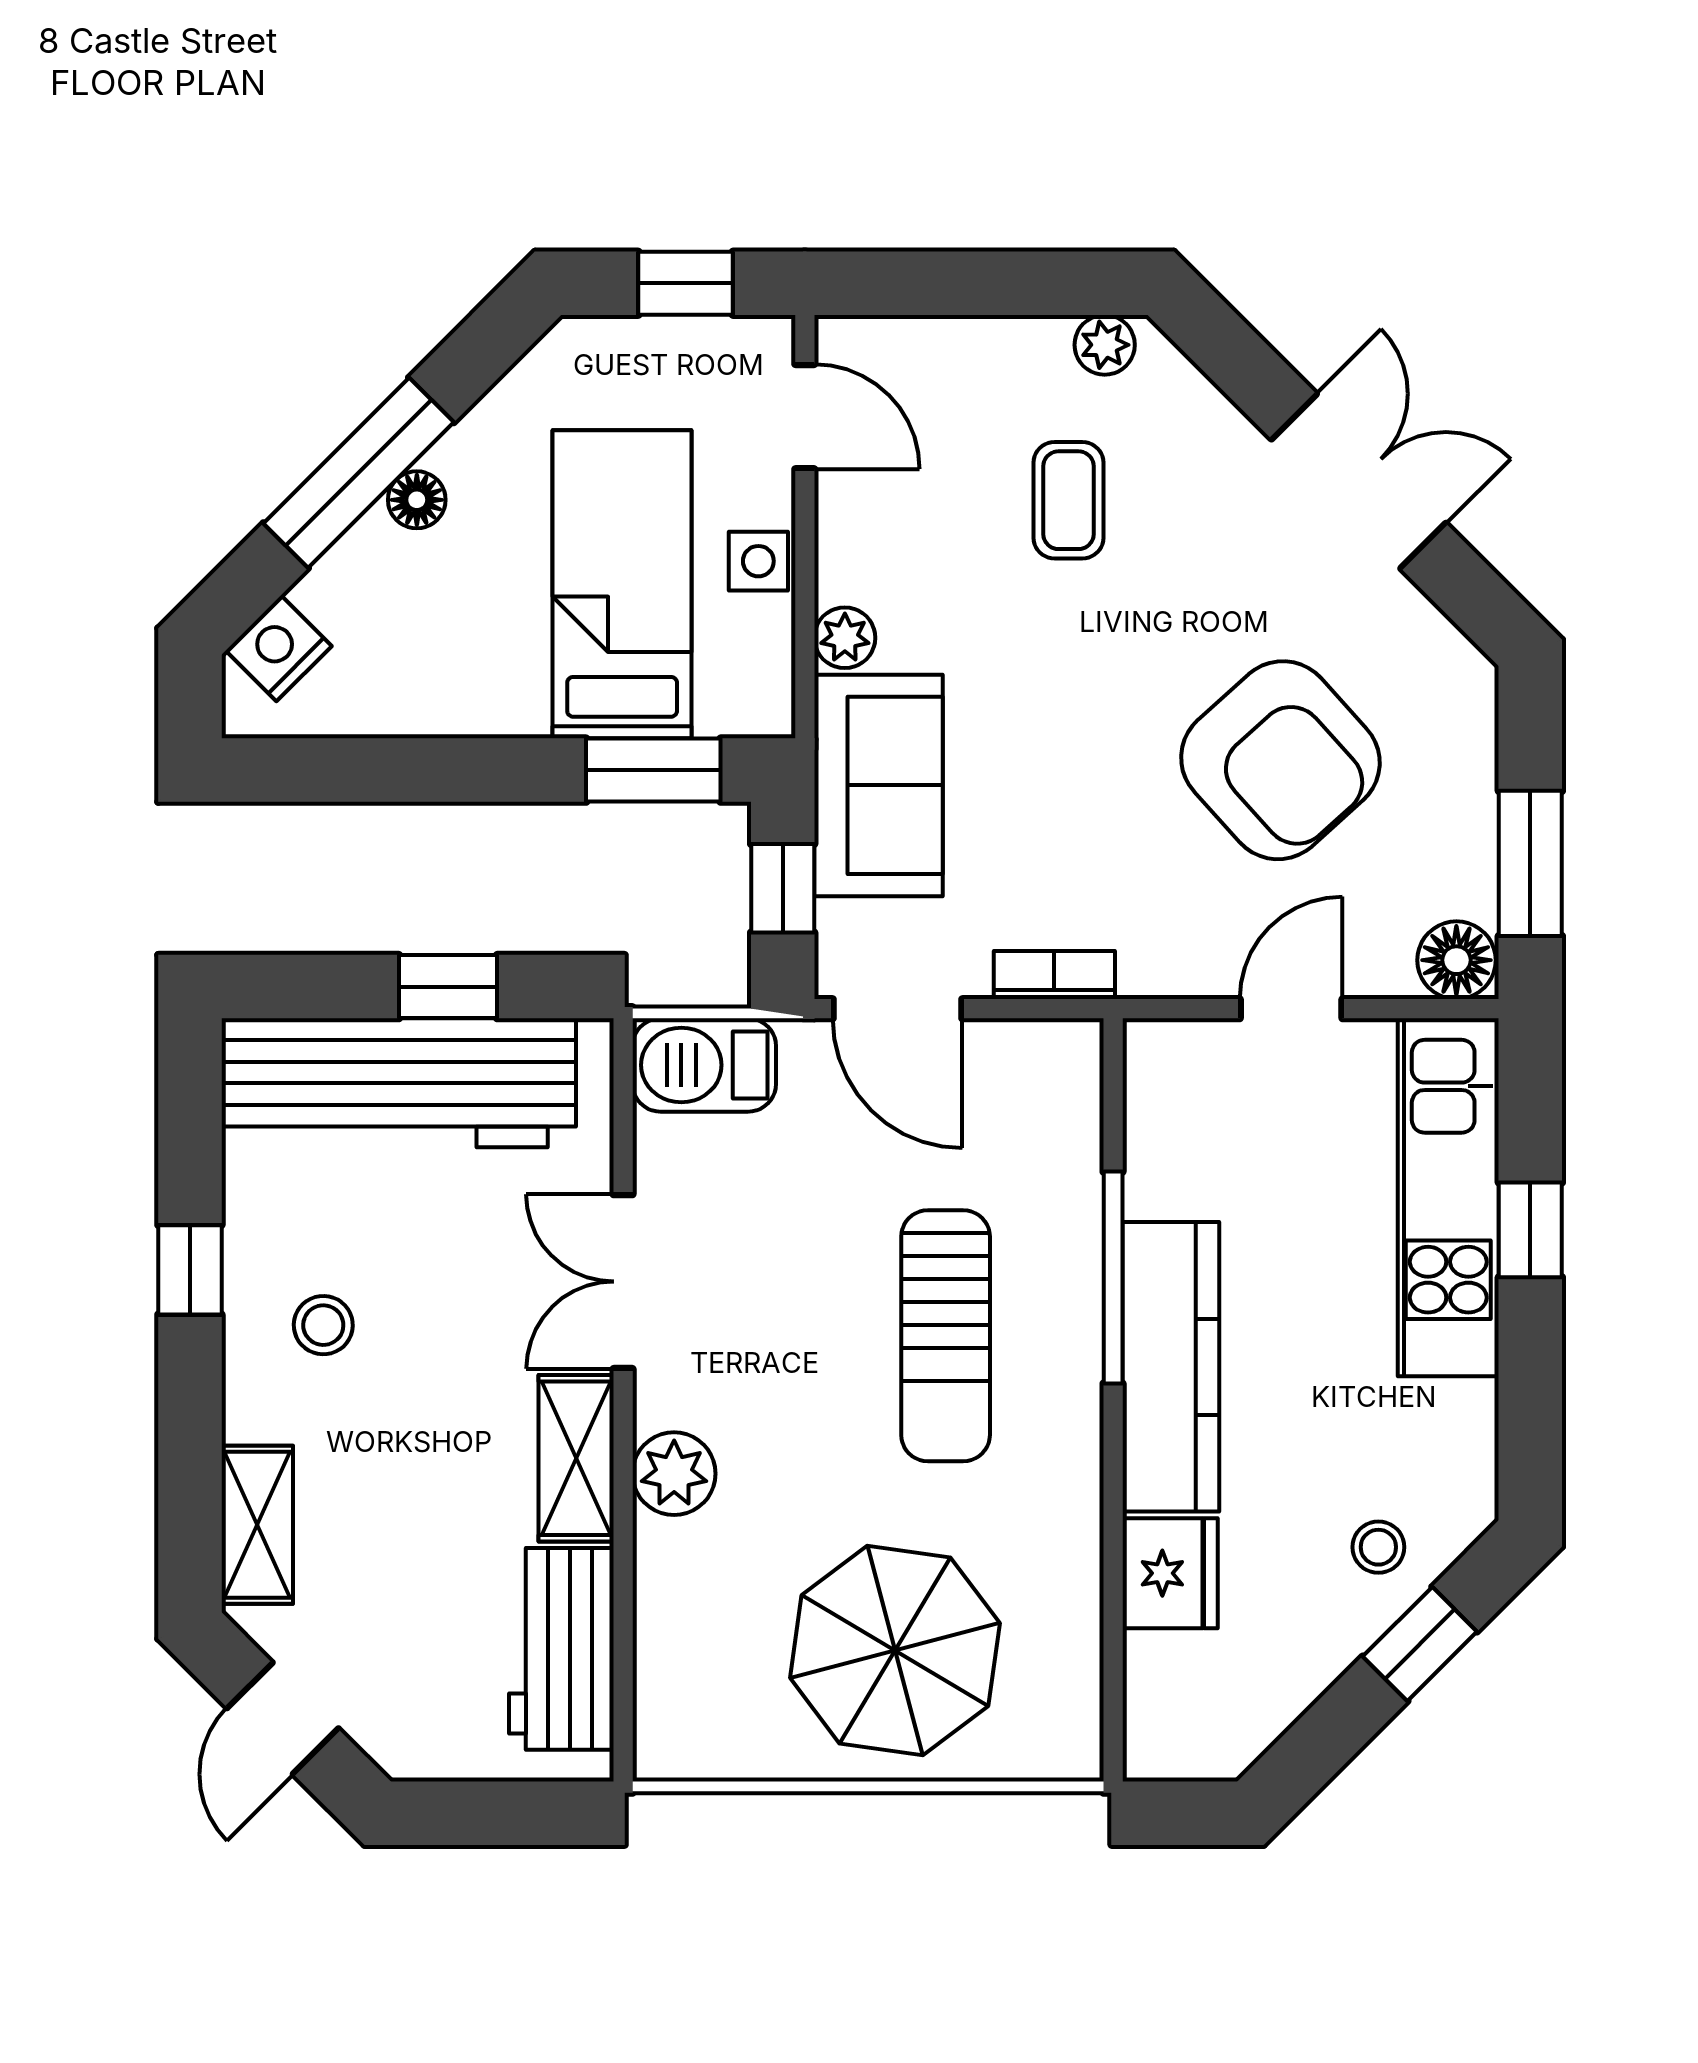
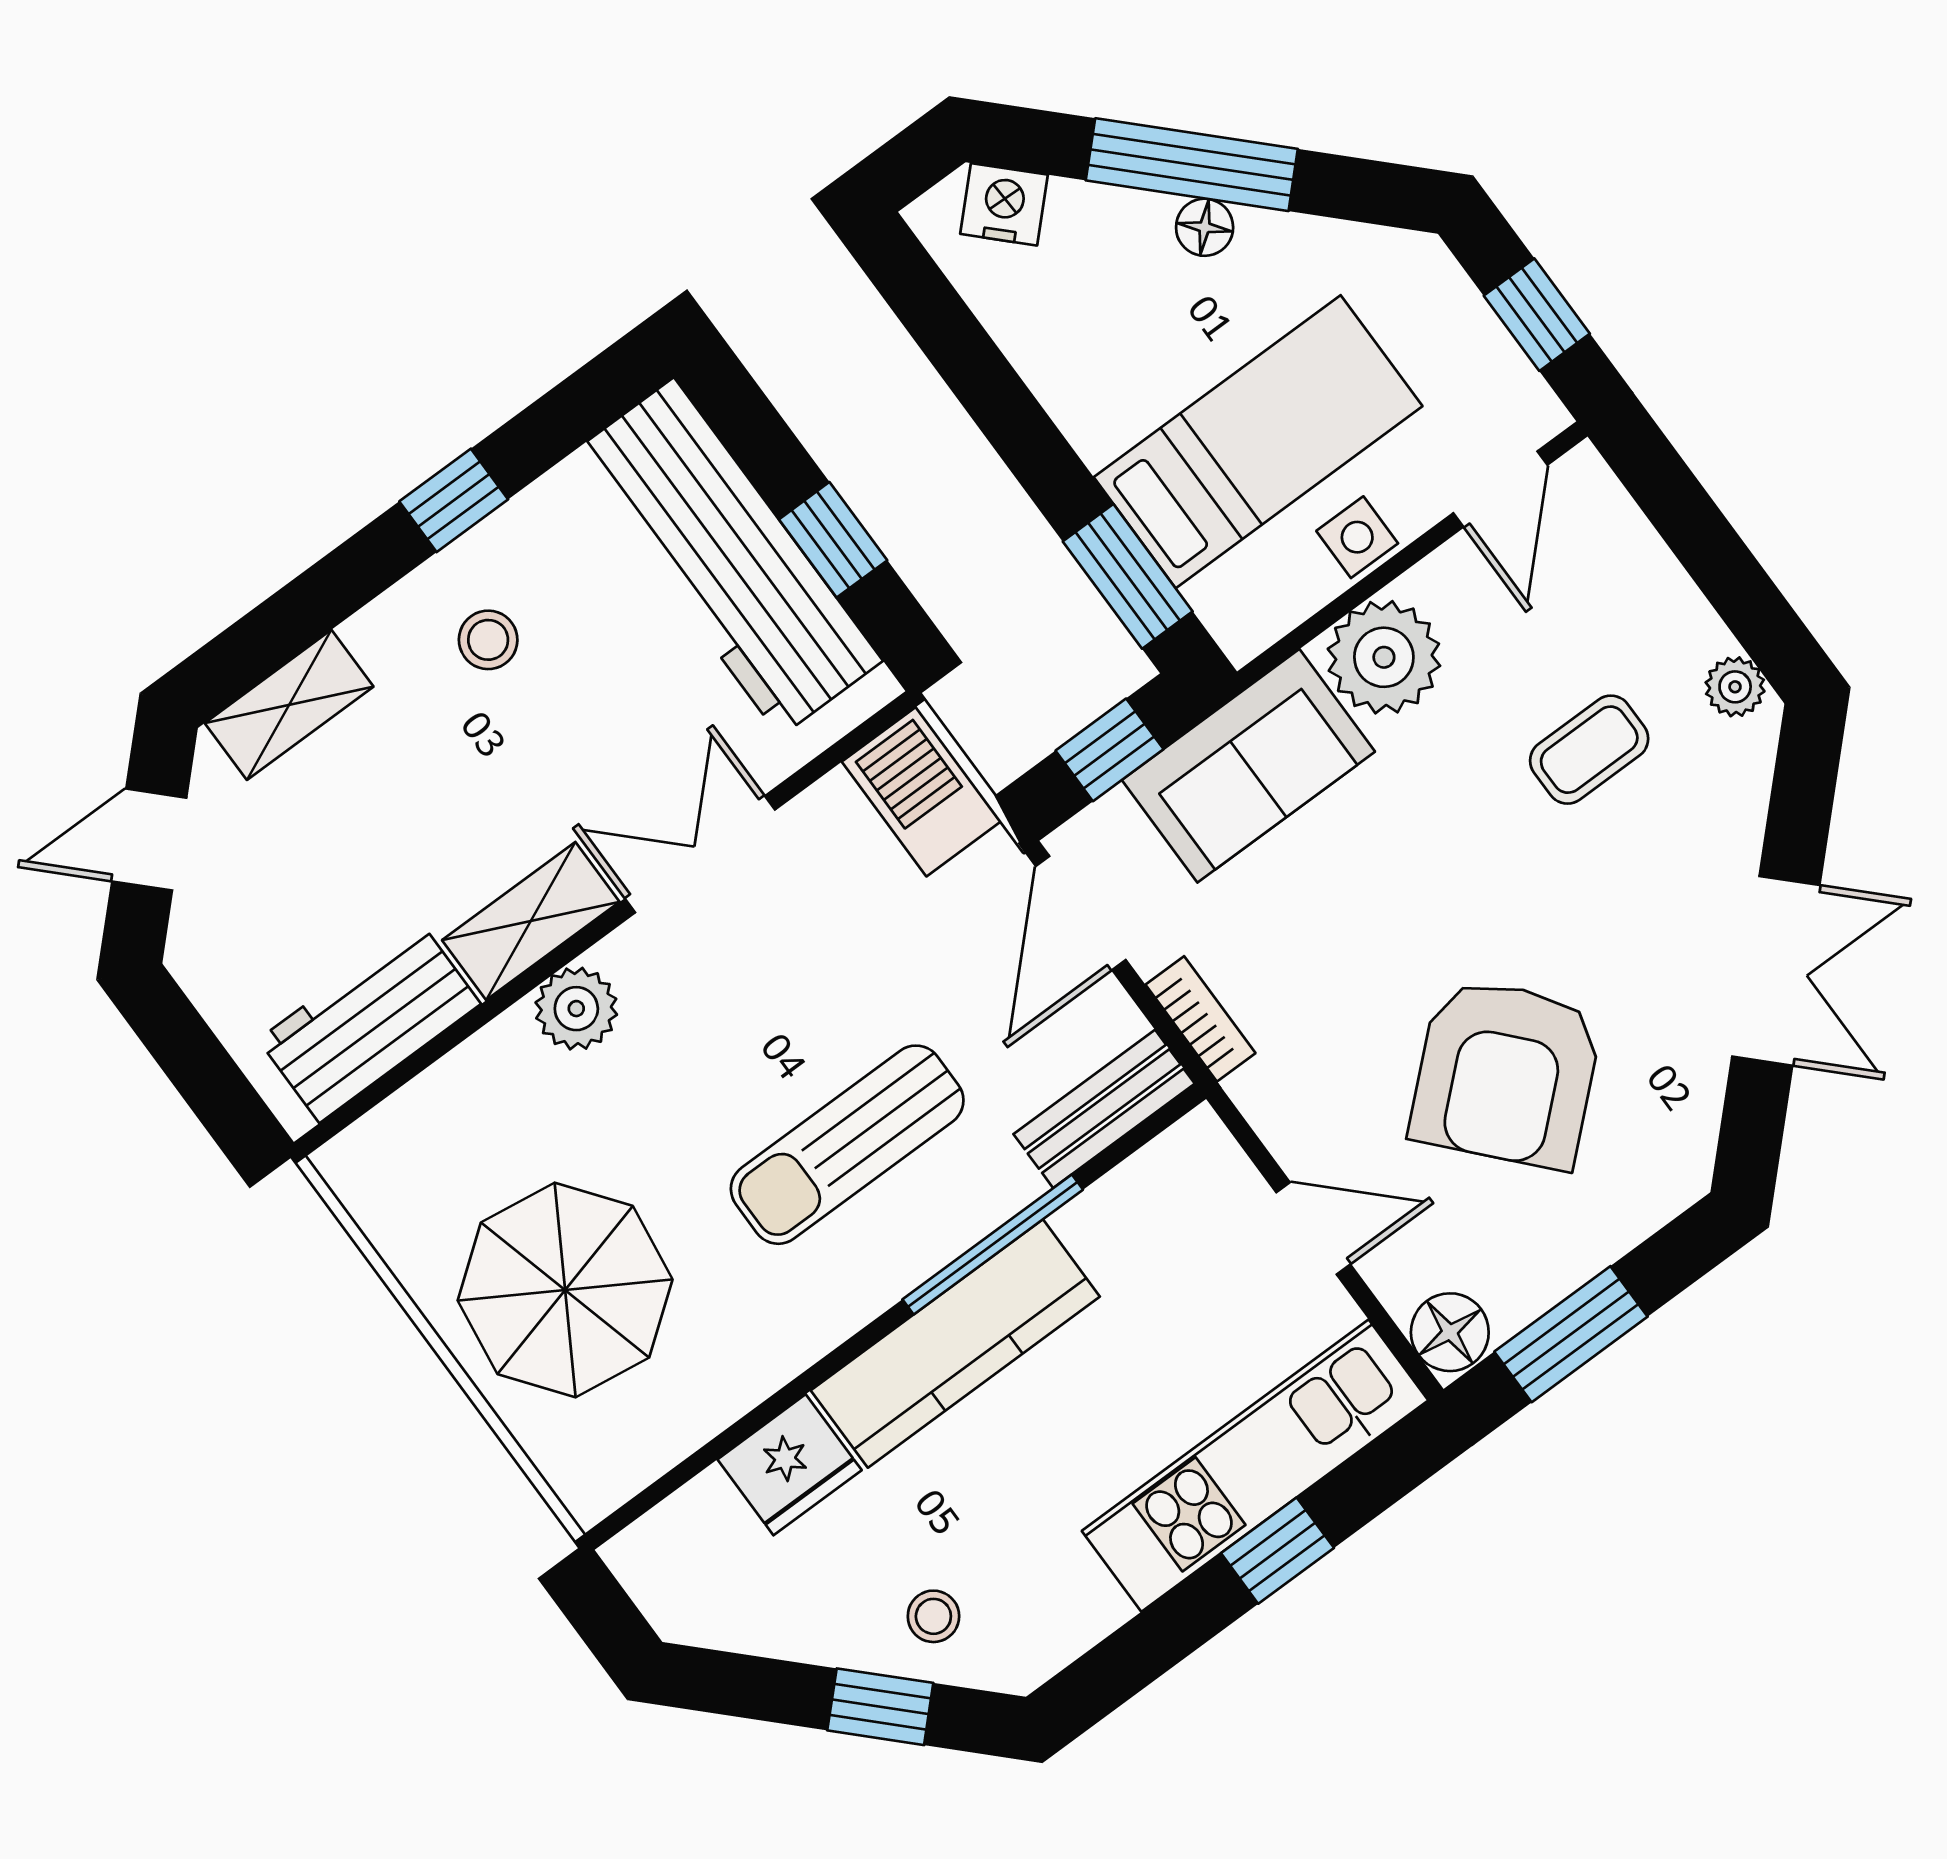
plant: (845, 638) -> (1384, 657), width x1.88, depth x1.88
bench: (1070, 1107) -> (1104, 1109), added

